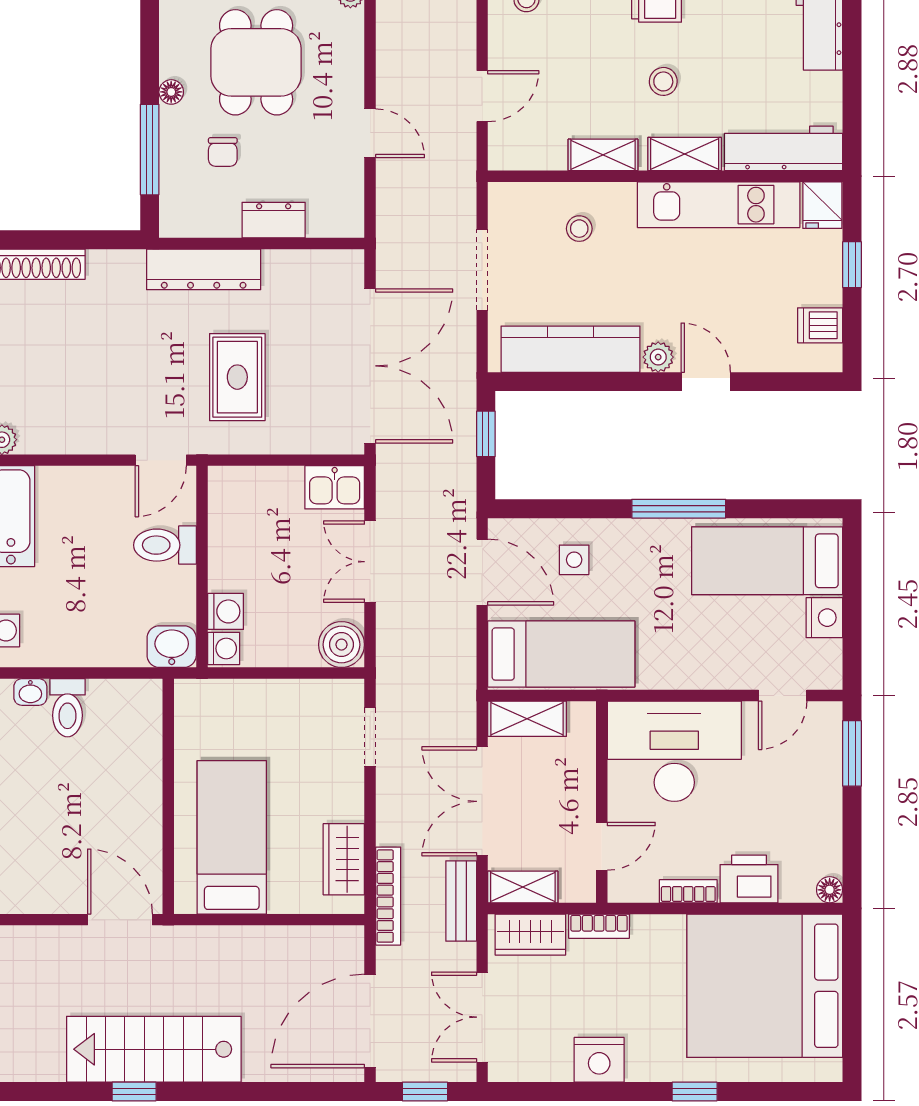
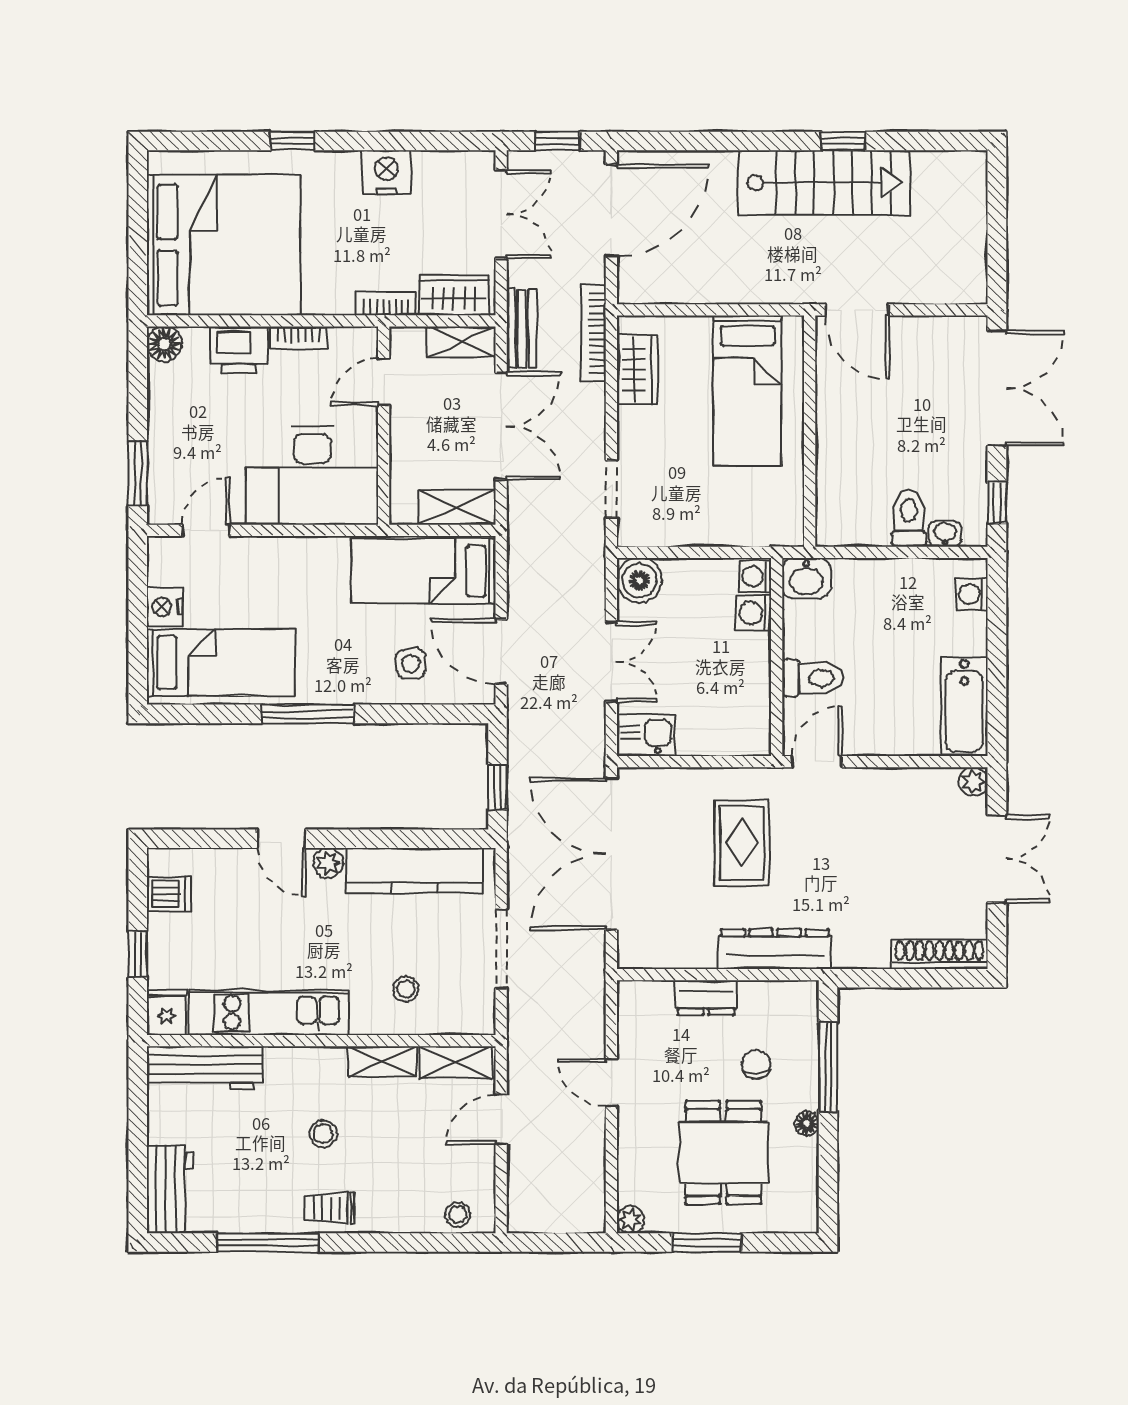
shelving: (685, 154) -> (456, 1062), moved
floor lamp: (830, 890) -> (164, 344), width x1.37, depth x1.37

